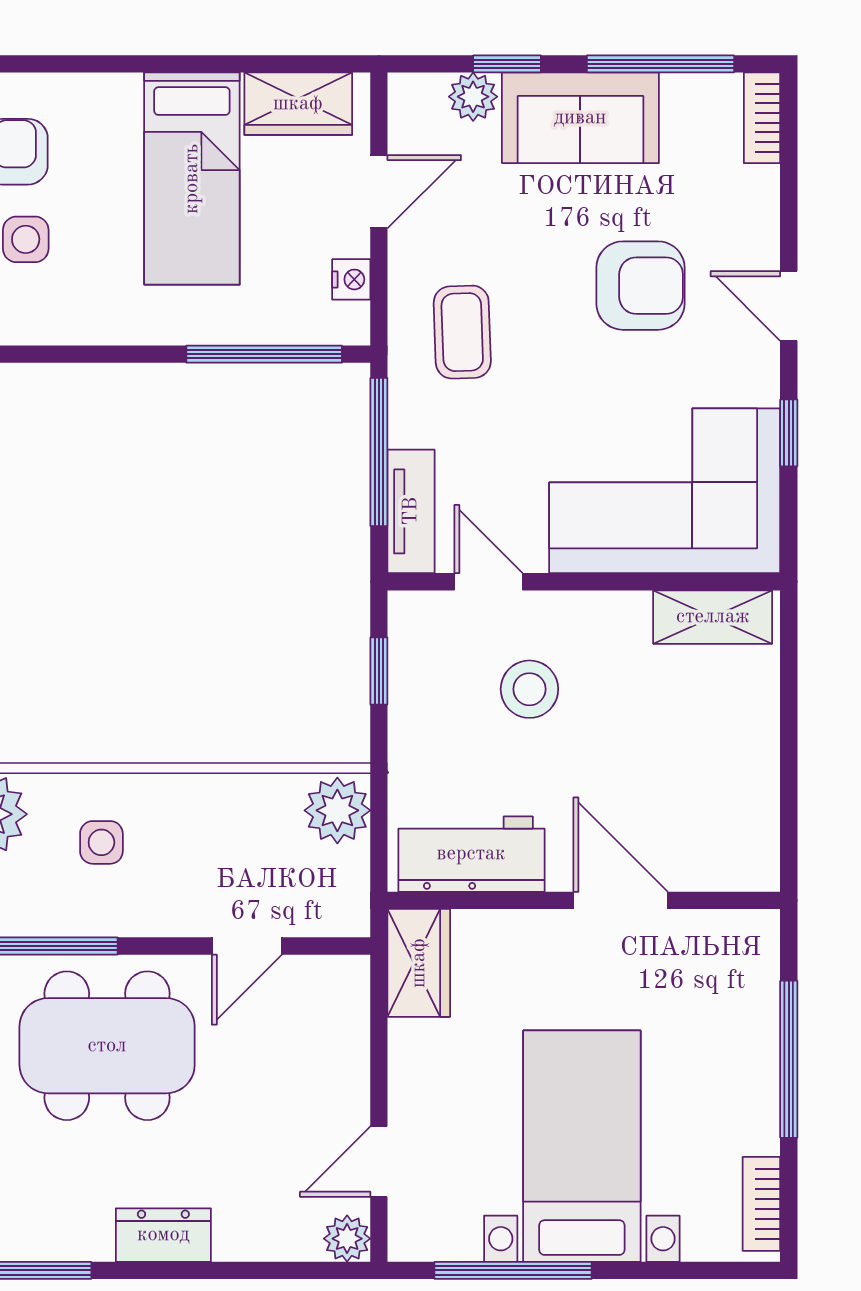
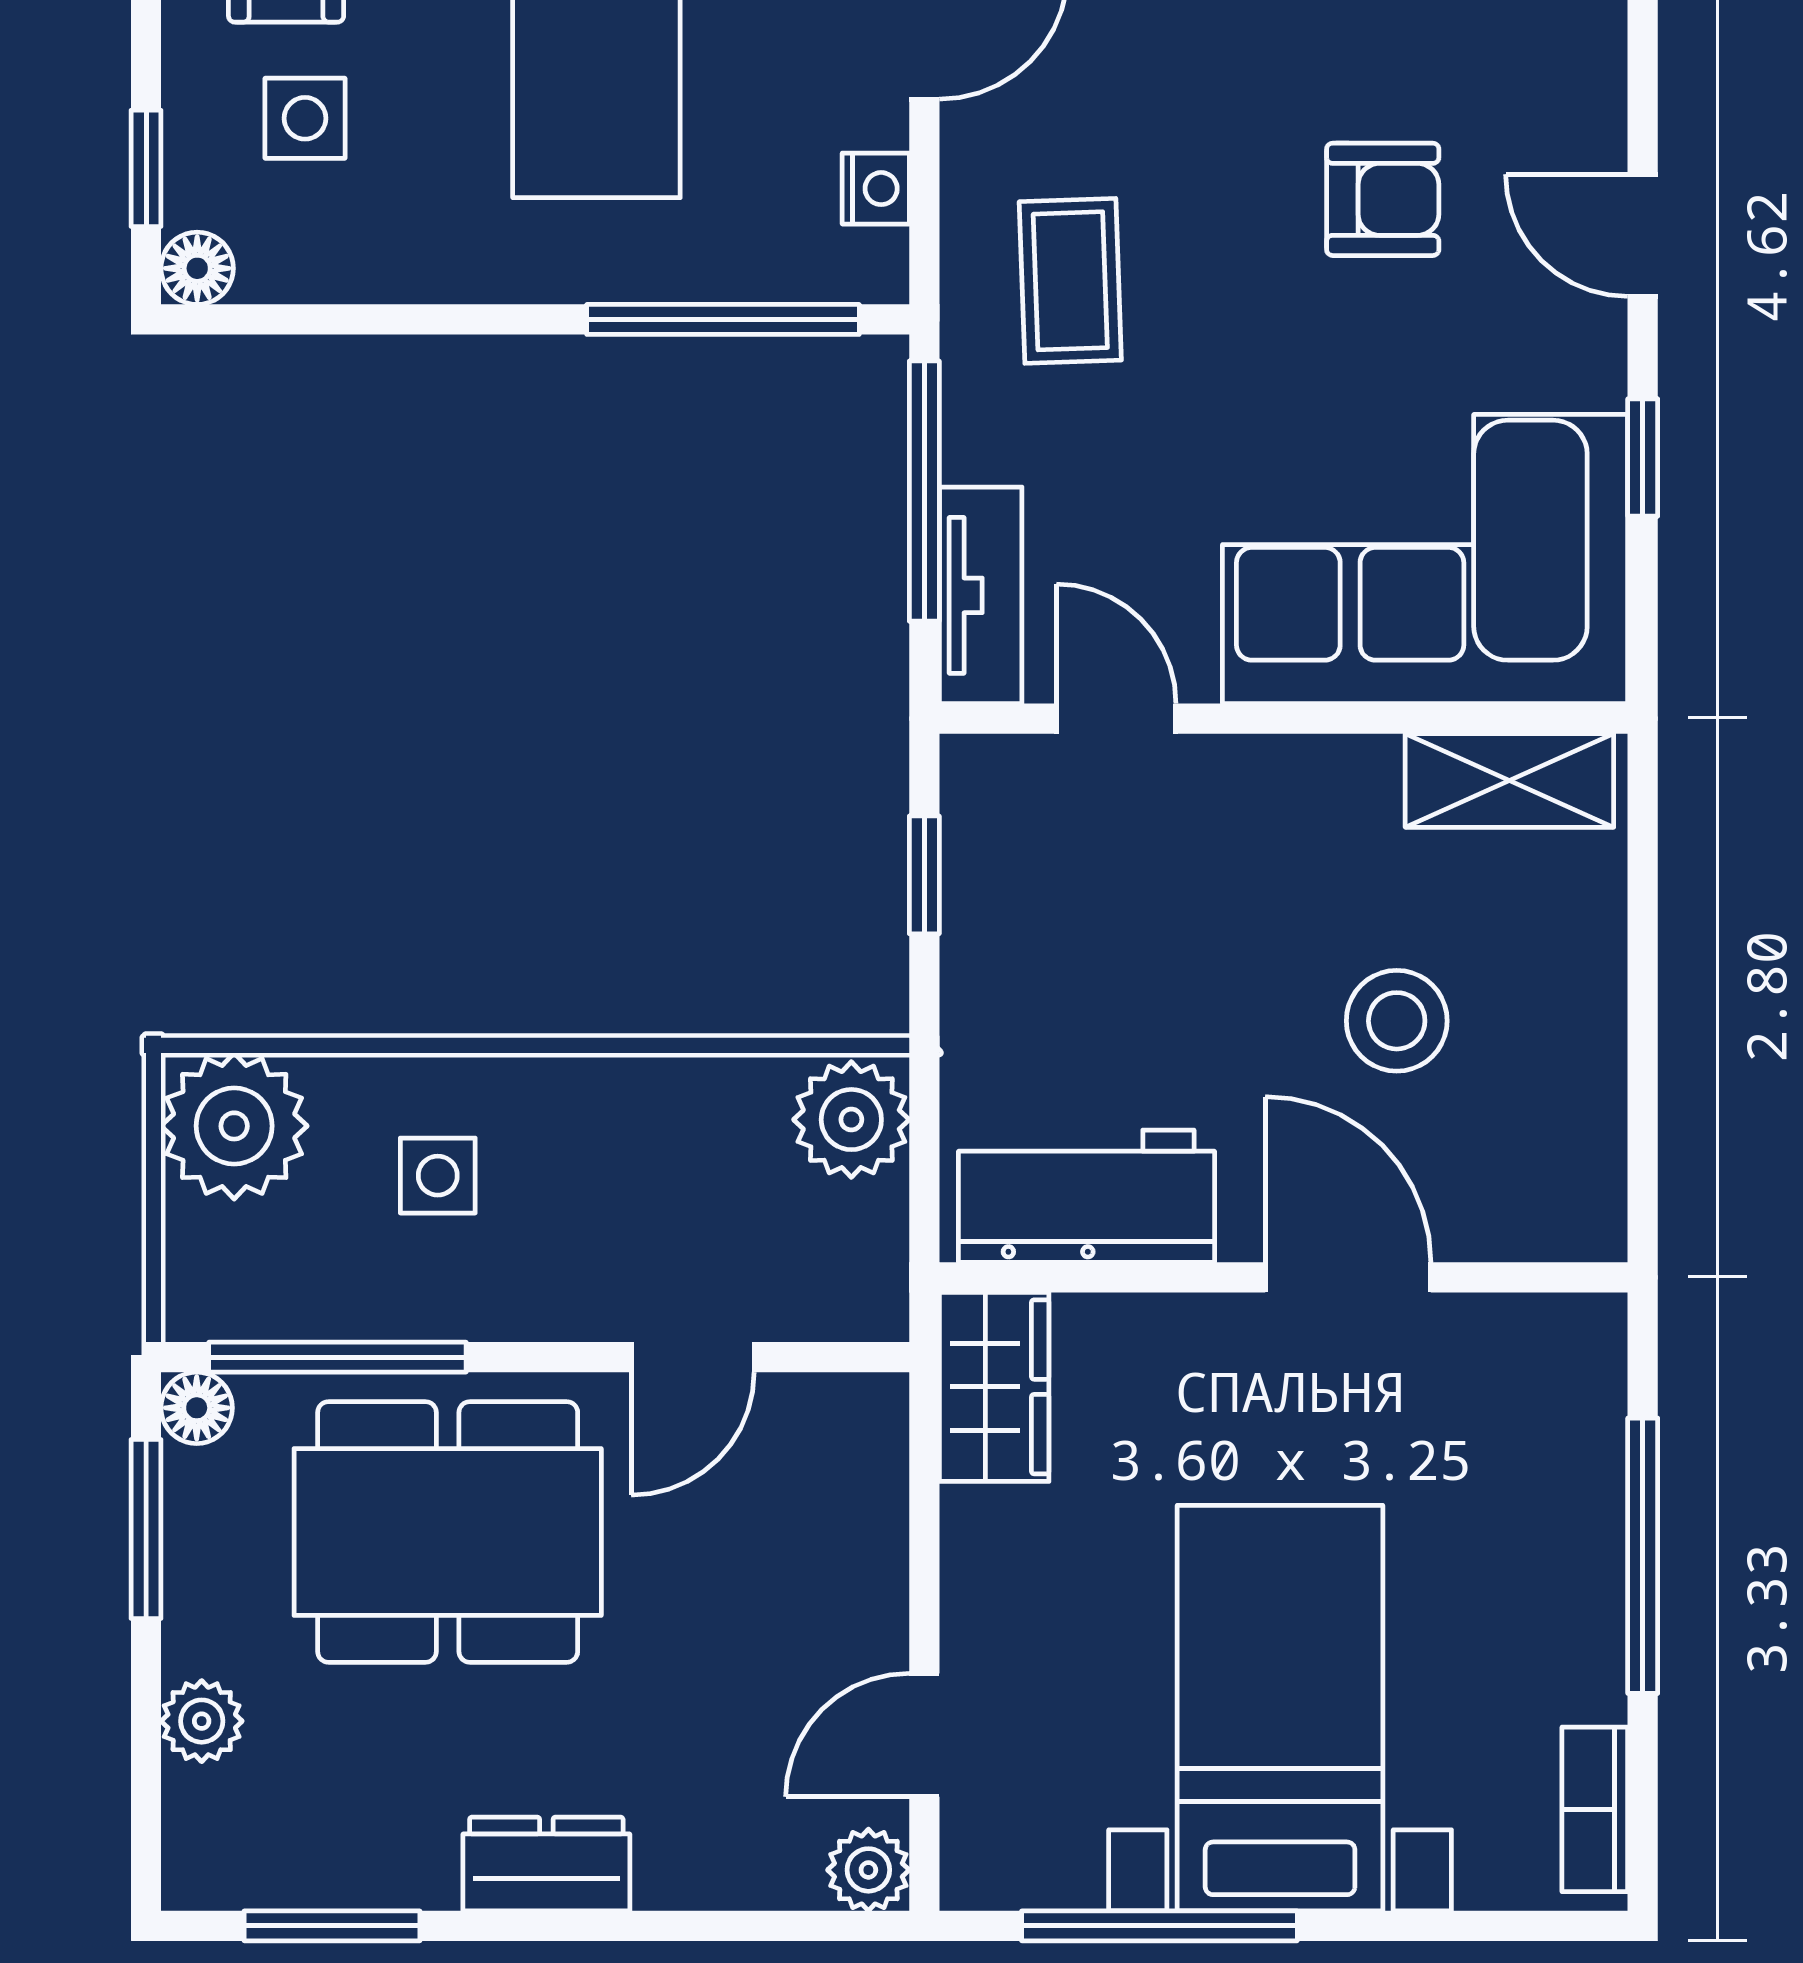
armchair: (640, 286) -> (1383, 199), width x0.72, depth x0.72
stool: (529, 689) -> (1397, 1021), moved

